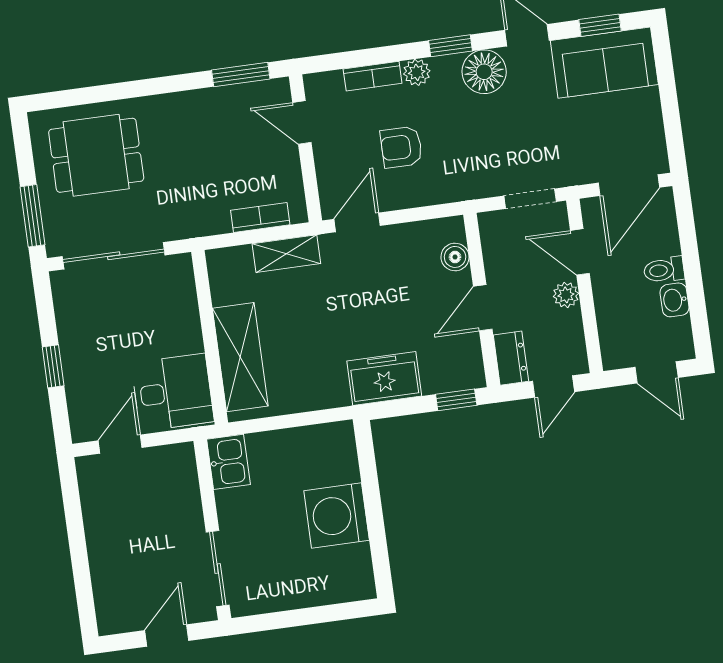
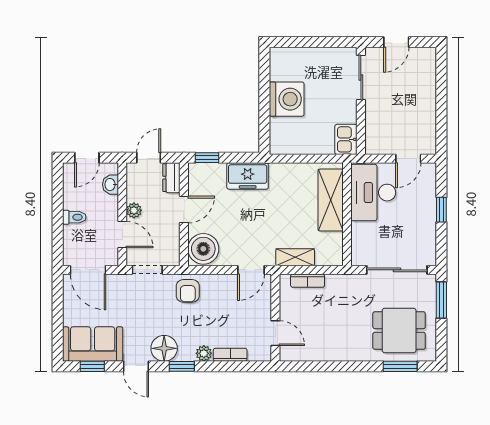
window: (241, 74) -> (400, 366), moved
armchair: (401, 147) -> (188, 291), moved, turned 90
door: (629, 185) -> (88, 270), swing flipped
boiler: (455, 257) -> (203, 249), width x1.86, depth x1.86
washbasin: (675, 300) -> (110, 185), moved, turned 180
door: (657, 372) -> (87, 158), swing flipped
desk: (173, 392) -> (373, 193), width x1.37

